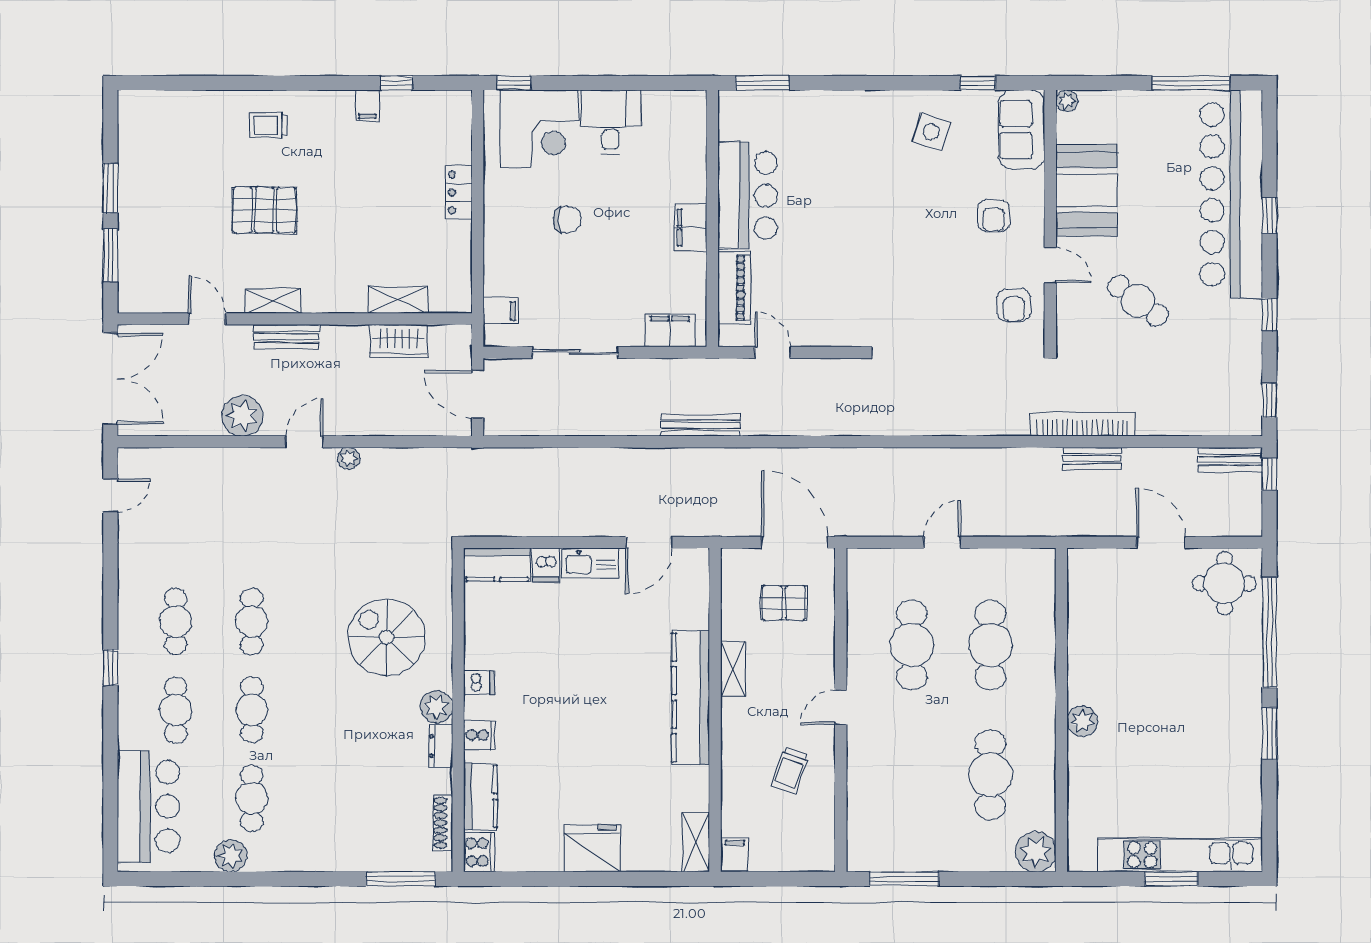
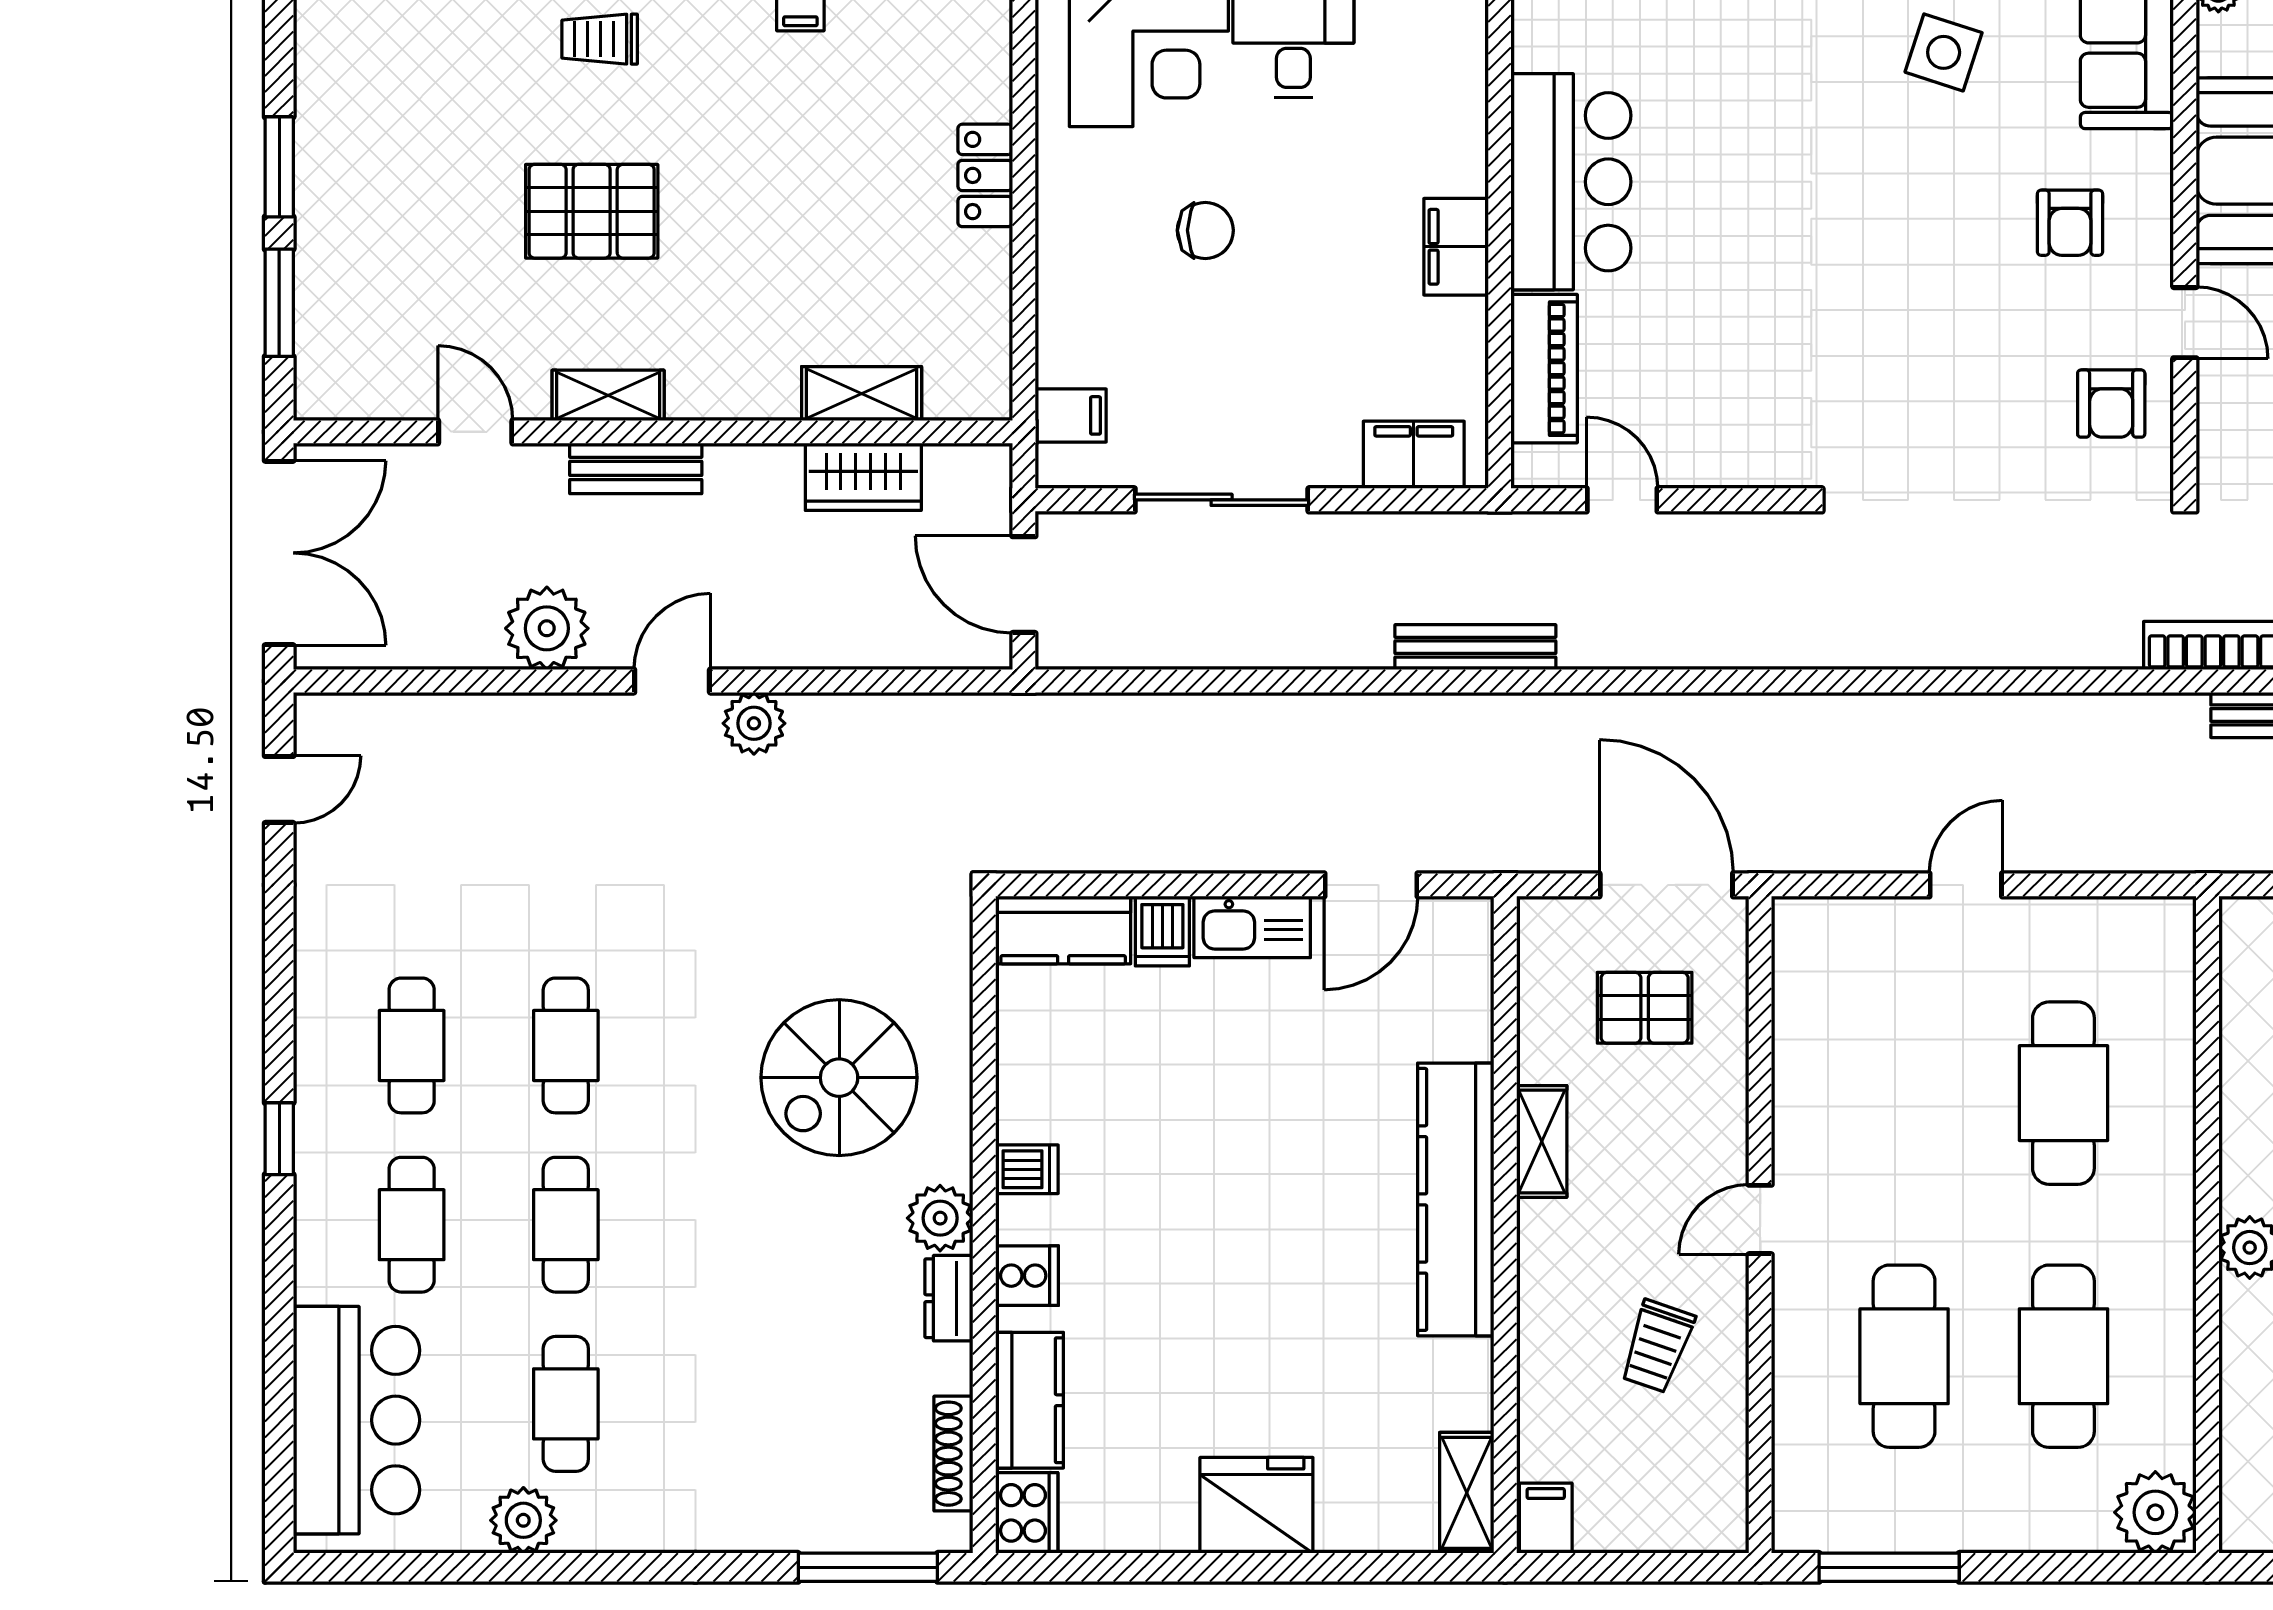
plant: (349, 458) -> (754, 723), width x1.38, depth x1.38
spiral stairs: (386, 637) -> (839, 1078), turned -90
cafe table: (912, 645) -> (1904, 1356), moved

